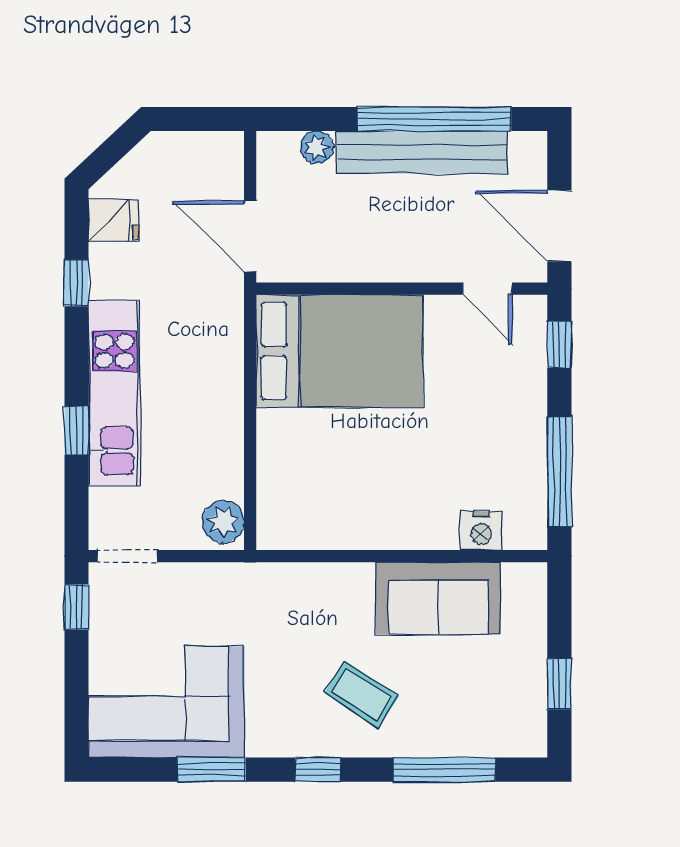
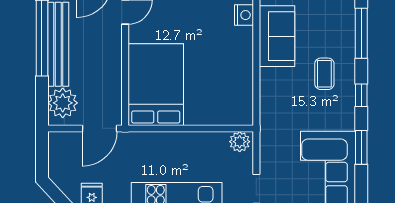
plant: (317, 147) -> (63, 103), width x1.87, depth x1.87
coffee table: (362, 695) -> (324, 74), turned -33

